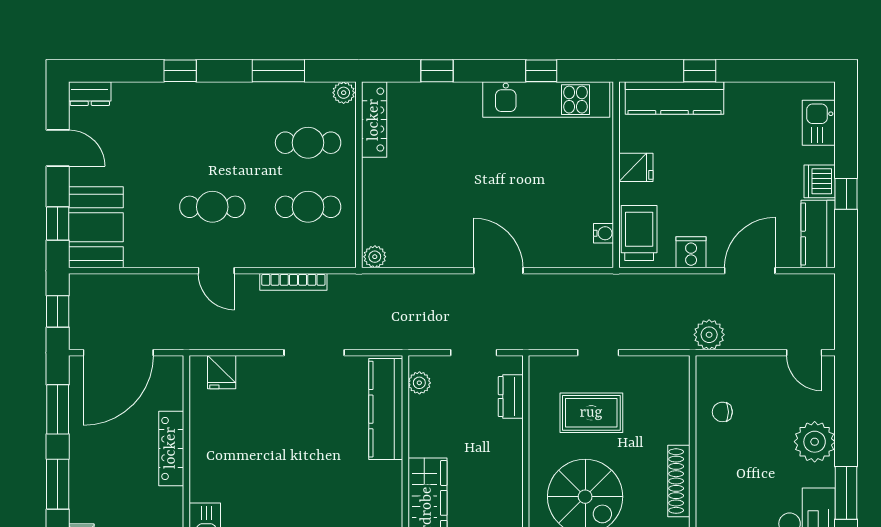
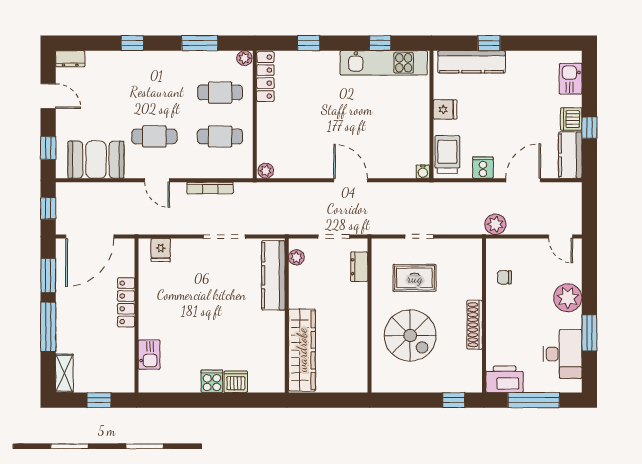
booth: (96, 227) -> (96, 160), moved, turned 90
water cooler: (604, 233) -> (423, 172), moved, turned 90
window: (58, 484) -> (48, 327), width x1.44

